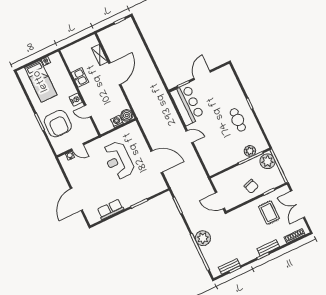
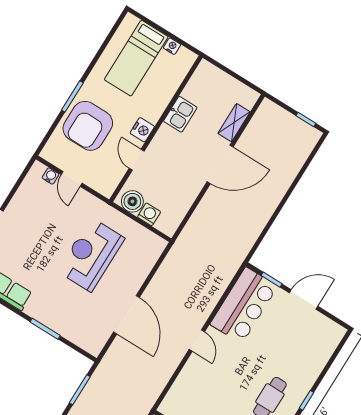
boiler: (127, 115) -> (132, 201), moved

